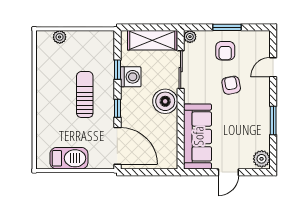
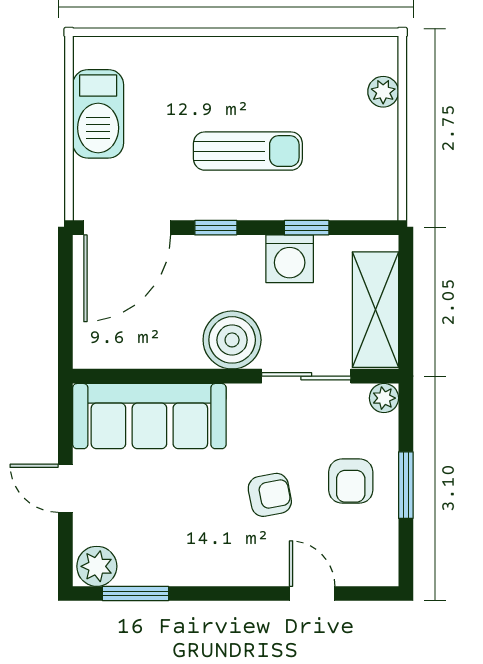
armchair: (225, 51) -> (351, 481), turned -90
window: (273, 120) -> (136, 594), moved

